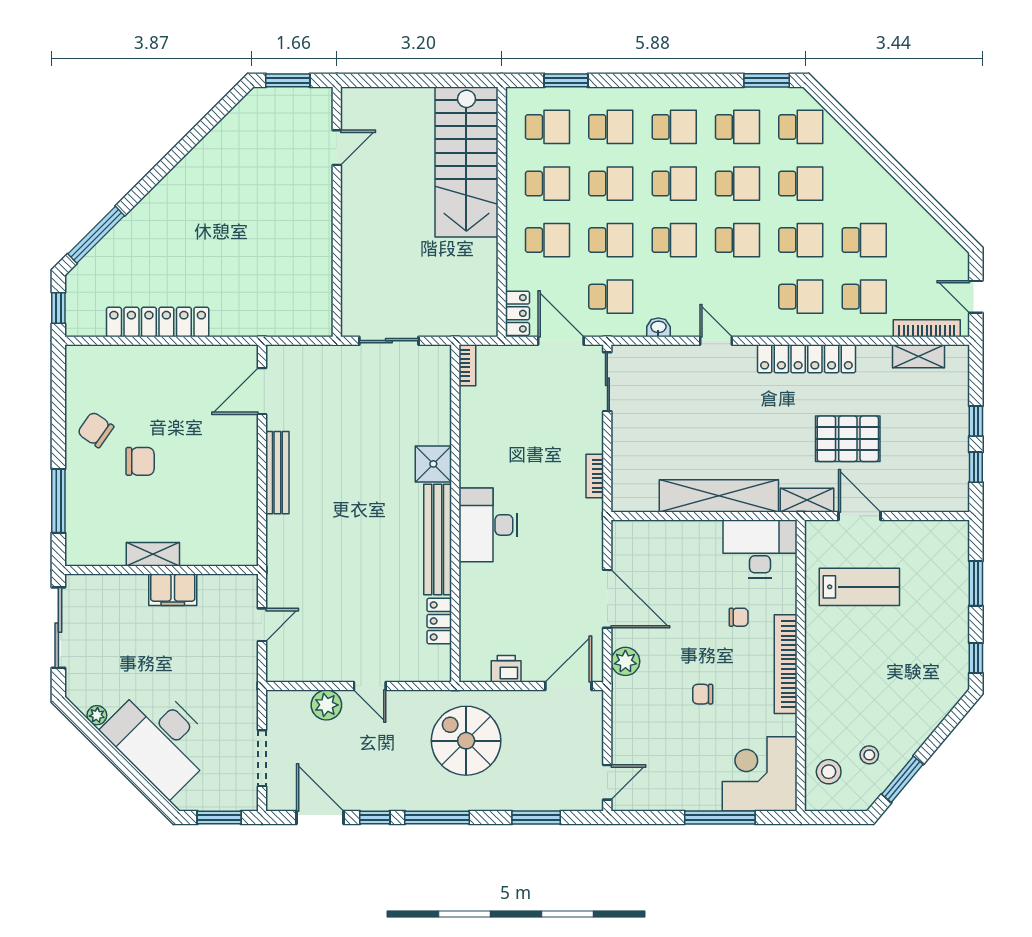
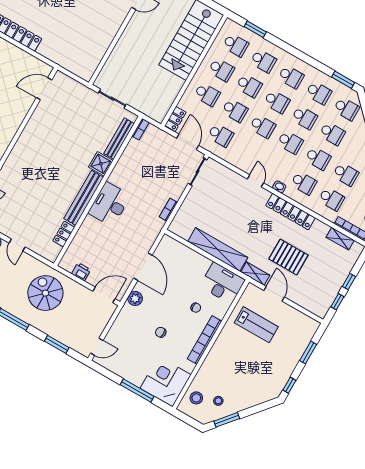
washbasin: (658, 327) -> (279, 187), moved
bench: (277, 473) -> (119, 139), moved

